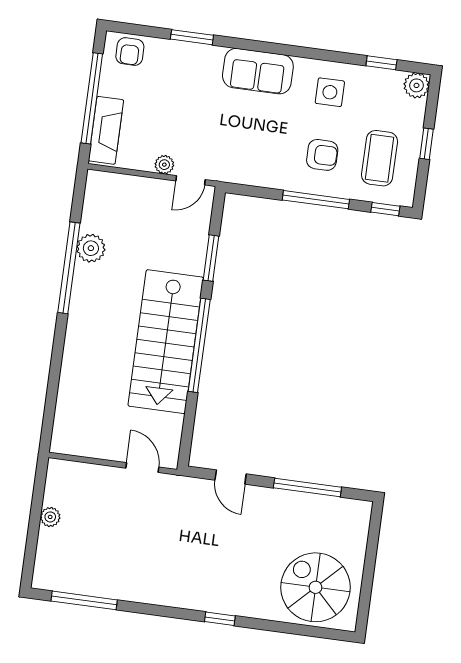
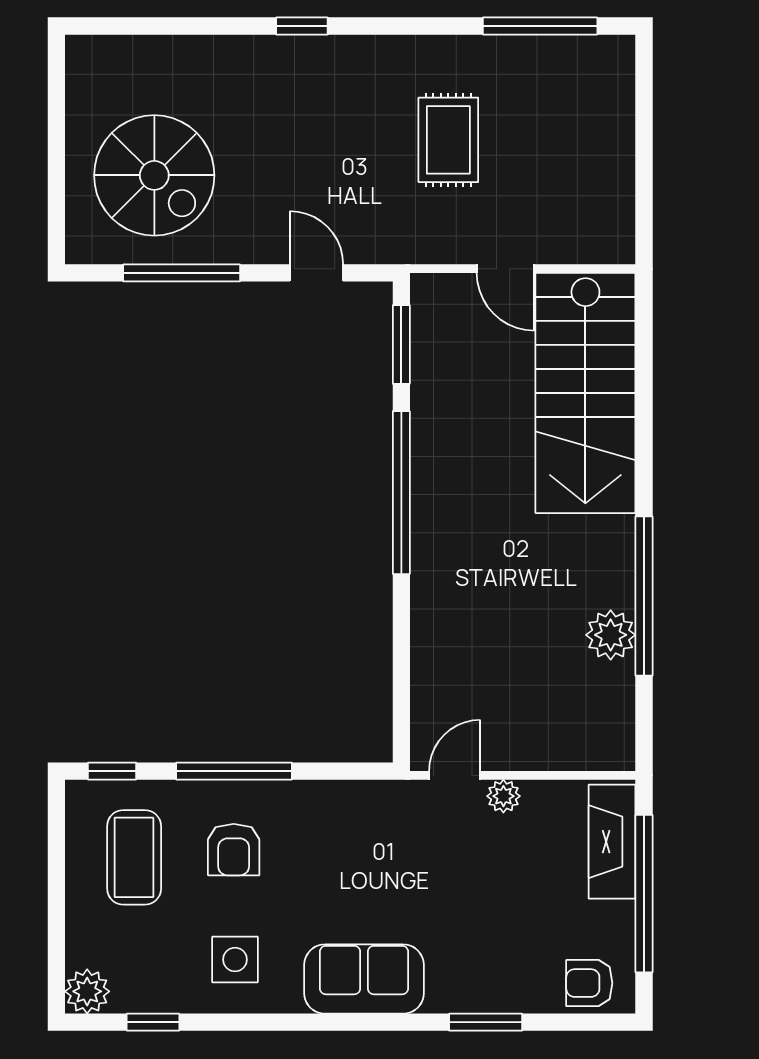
armchair: (130, 52) -> (589, 983), turned -90
window: (426, 144) -> (56, 893), removed
armchair: (322, 155) -> (234, 850), turned -90
window: (211, 258) -> (401, 344), moved
stairs: (166, 342) -> (585, 393), moved, turned 180
door: (142, 468) -> (506, 269), moved
plant: (50, 517) -> (618, 162), removed
rug: (145, 543) -> (448, 140), added
spiral stairs: (315, 587) -> (154, 175), moved

